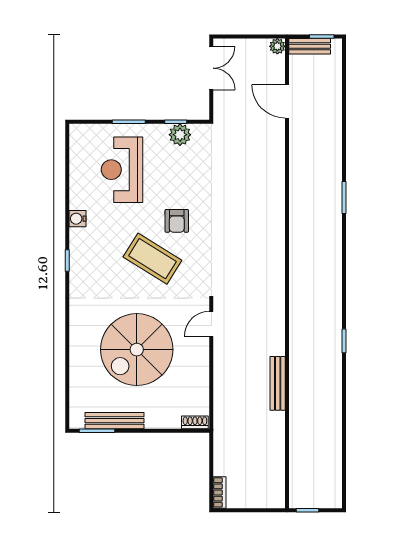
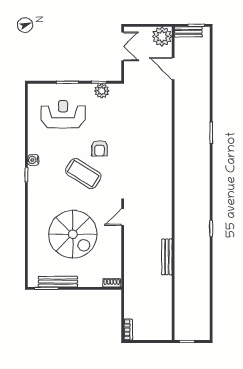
plant: (277, 46) -> (162, 36), width x1.87, depth x1.87
reception desk: (122, 170) -> (63, 114), turned 90
water cooler: (77, 219) -> (33, 160), moved
spiral stairs: (137, 350) -> (73, 234), turned -90

